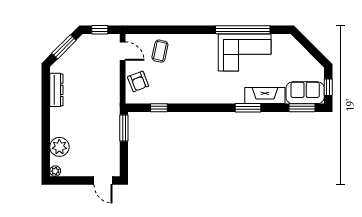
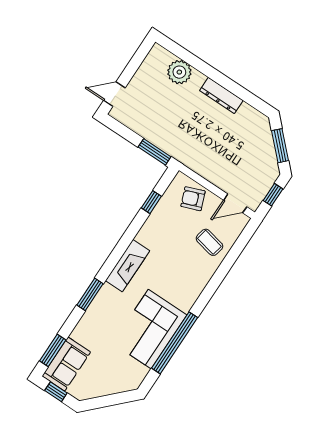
dresser: (56, 90) -> (221, 95), moved
fireplace: (265, 96) -> (128, 266), moved
plant: (55, 171) -> (157, 51), removed

